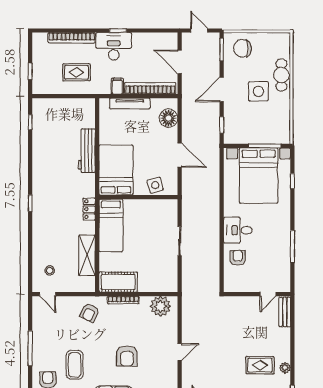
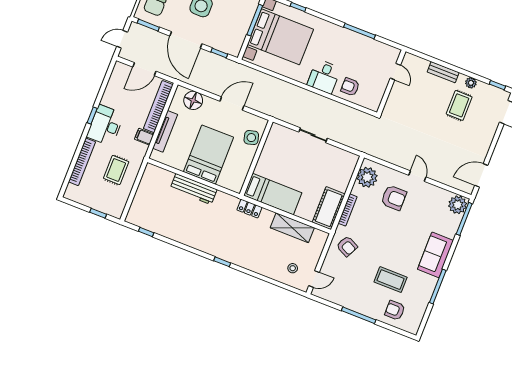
door: (222, 90) -> (186, 40), width x1.36
bed: (116, 170) -> (209, 155), moved, turned 90
bench: (285, 312) -> (443, 72), moved
armchair: (127, 356) -> (394, 198), moved

